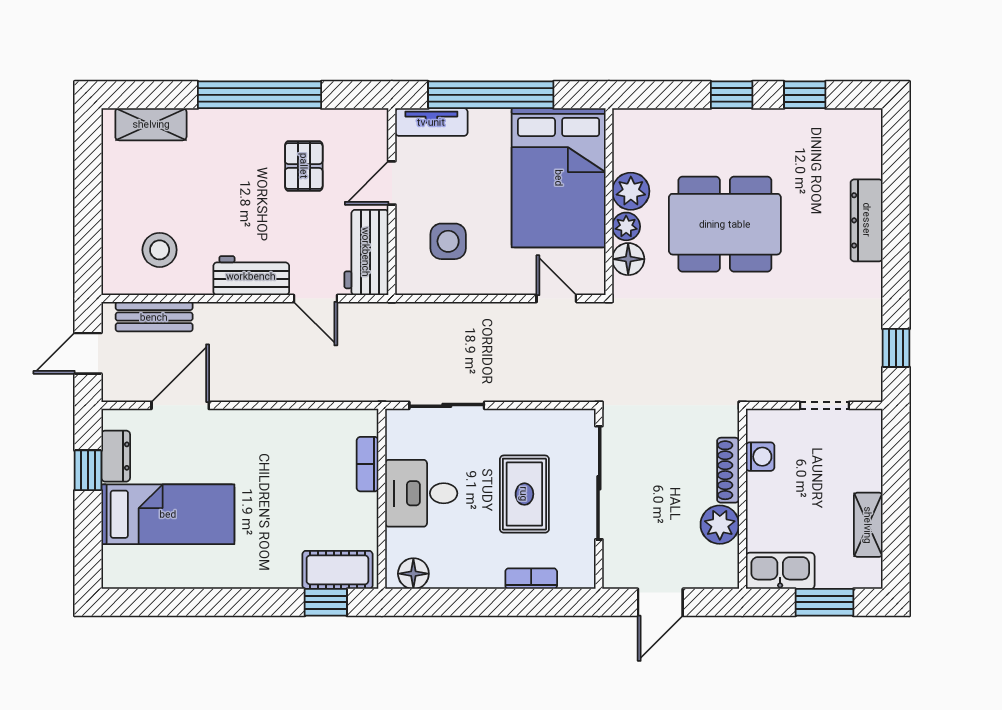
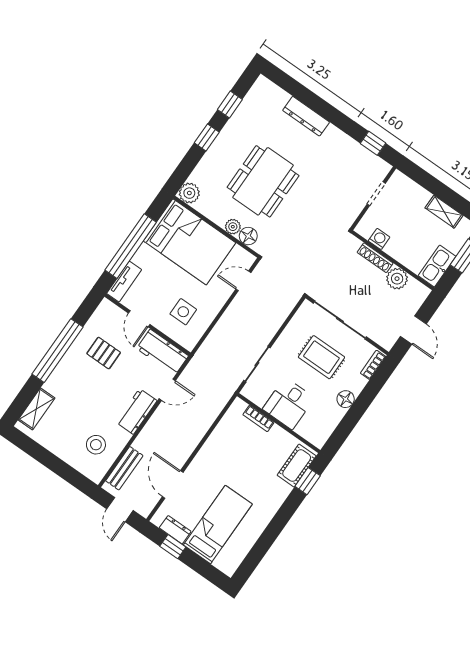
plant: (631, 191) -> (189, 193), moved
floor lamp: (413, 574) -> (346, 399), moved
bookcase: (531, 579) -> (373, 365), moved

